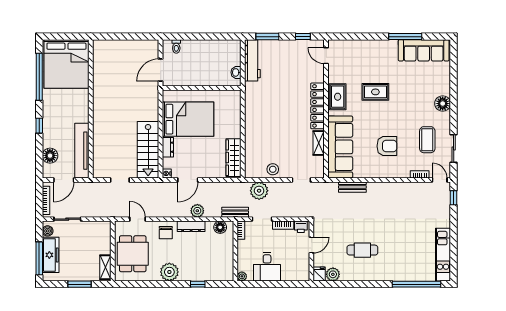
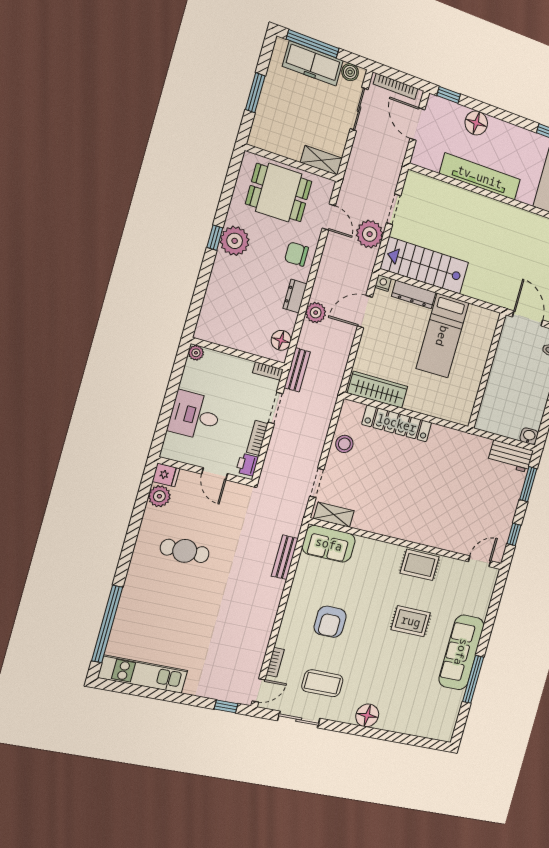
sofa: (424, 50) -> (461, 652), moved
workbench: (252, 60) -> (511, 456), width x0.73
washbasin: (236, 72) -> (529, 436), moved
rug: (375, 92) -> (411, 621), turned 90
locker: (318, 106) -> (397, 423), moved, turned 180
bed: (188, 119) -> (442, 336), width x0.67
window: (39, 126) -> (449, 95), moved
shelving: (319, 143) -> (334, 515), moved
dresser: (168, 147) -> (414, 294), width x1.44
sofa: (340, 147) -> (329, 544), width x0.54, depth x0.79
tv unit: (82, 151) -> (480, 177), moved
floor lamp: (50, 156) -> (476, 123), moved
door: (188, 180) -> (365, 312), hinge flipped
plant: (259, 191) -> (370, 234), moved
door: (137, 219) -> (329, 217), hinge flipped
dresser: (191, 226) -> (295, 296), width x0.70
cafe table: (362, 250) -> (185, 551), turned 90
shelving: (105, 267) -> (321, 160), moved
desk: (267, 267) -> (195, 416), moved
window: (198, 284) -> (215, 238), moved

